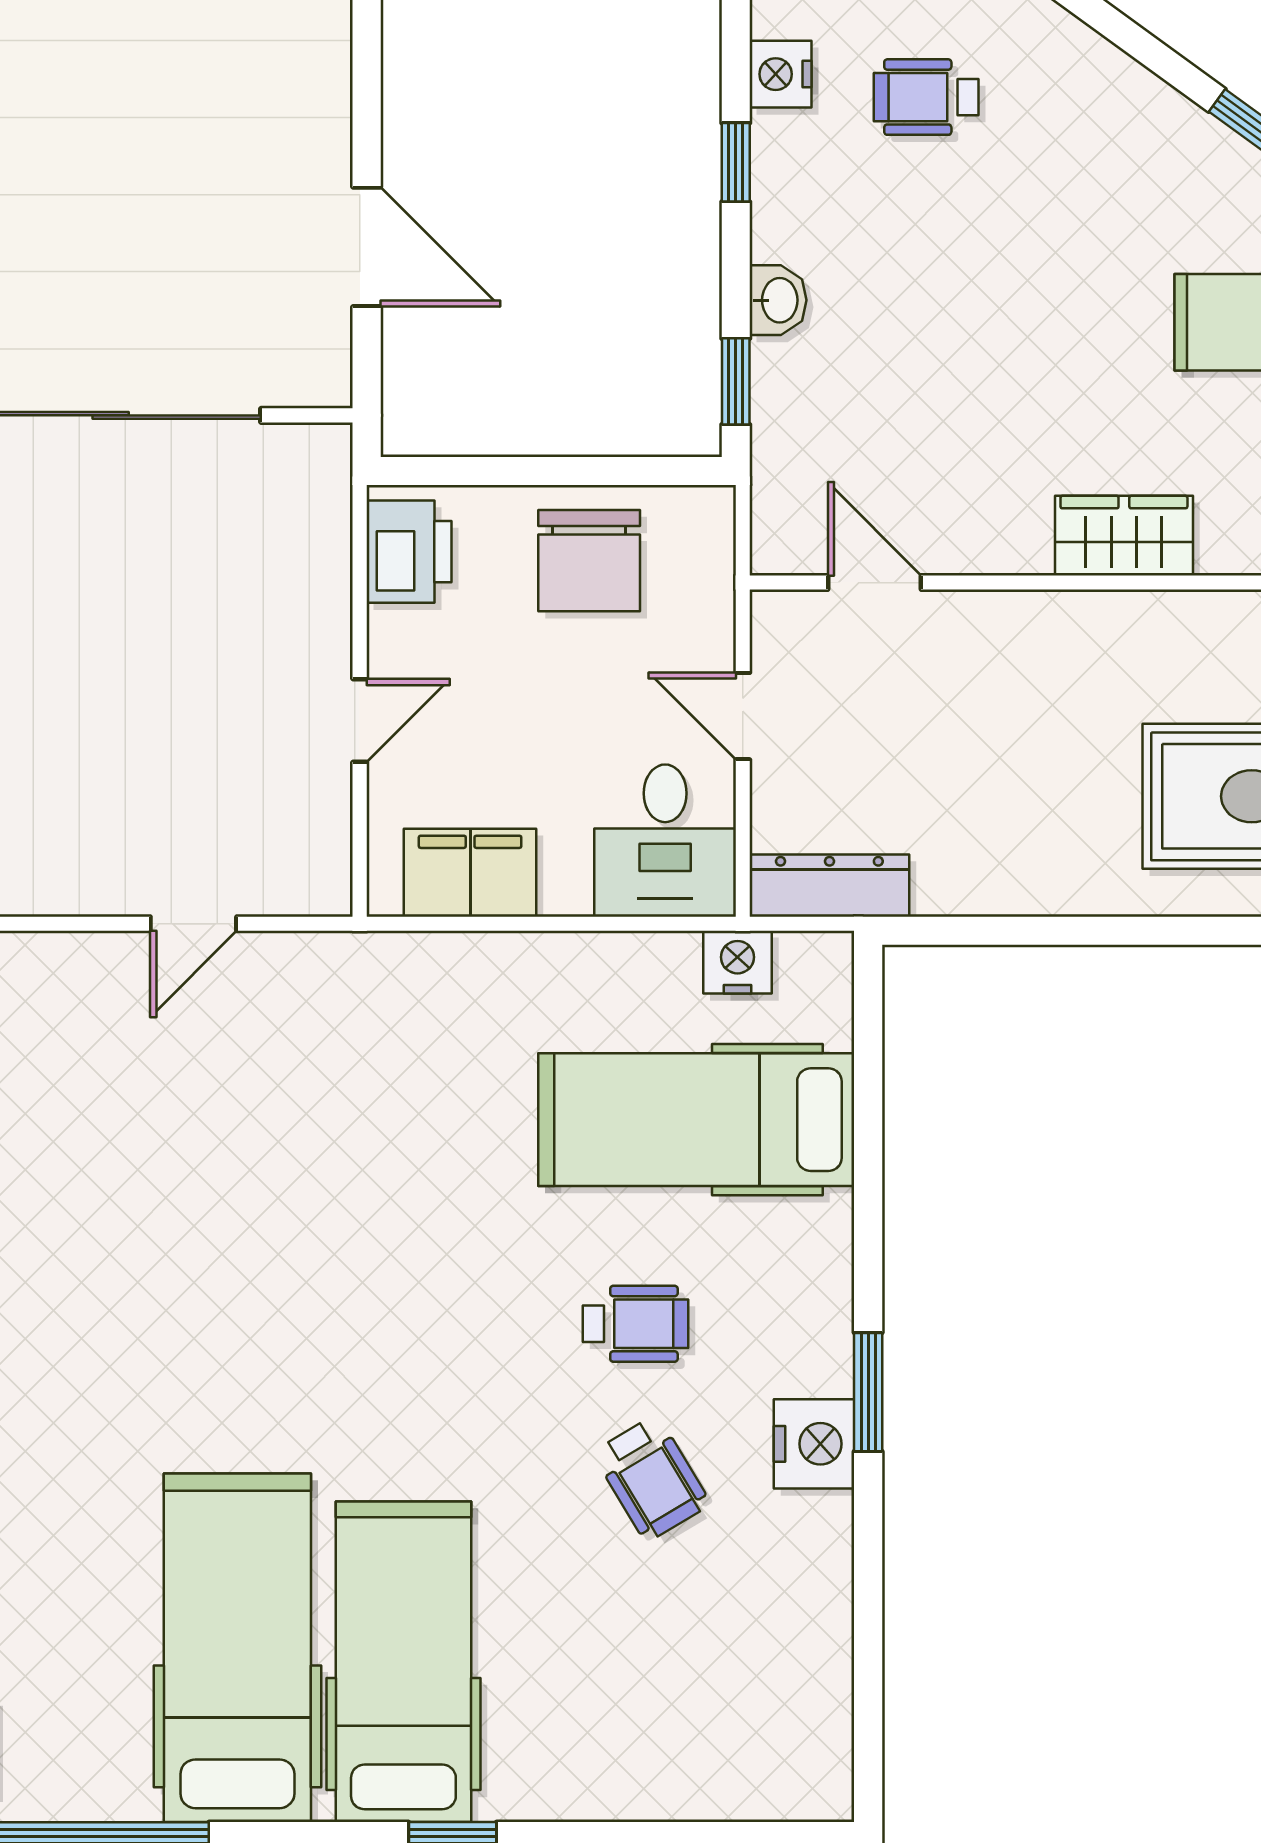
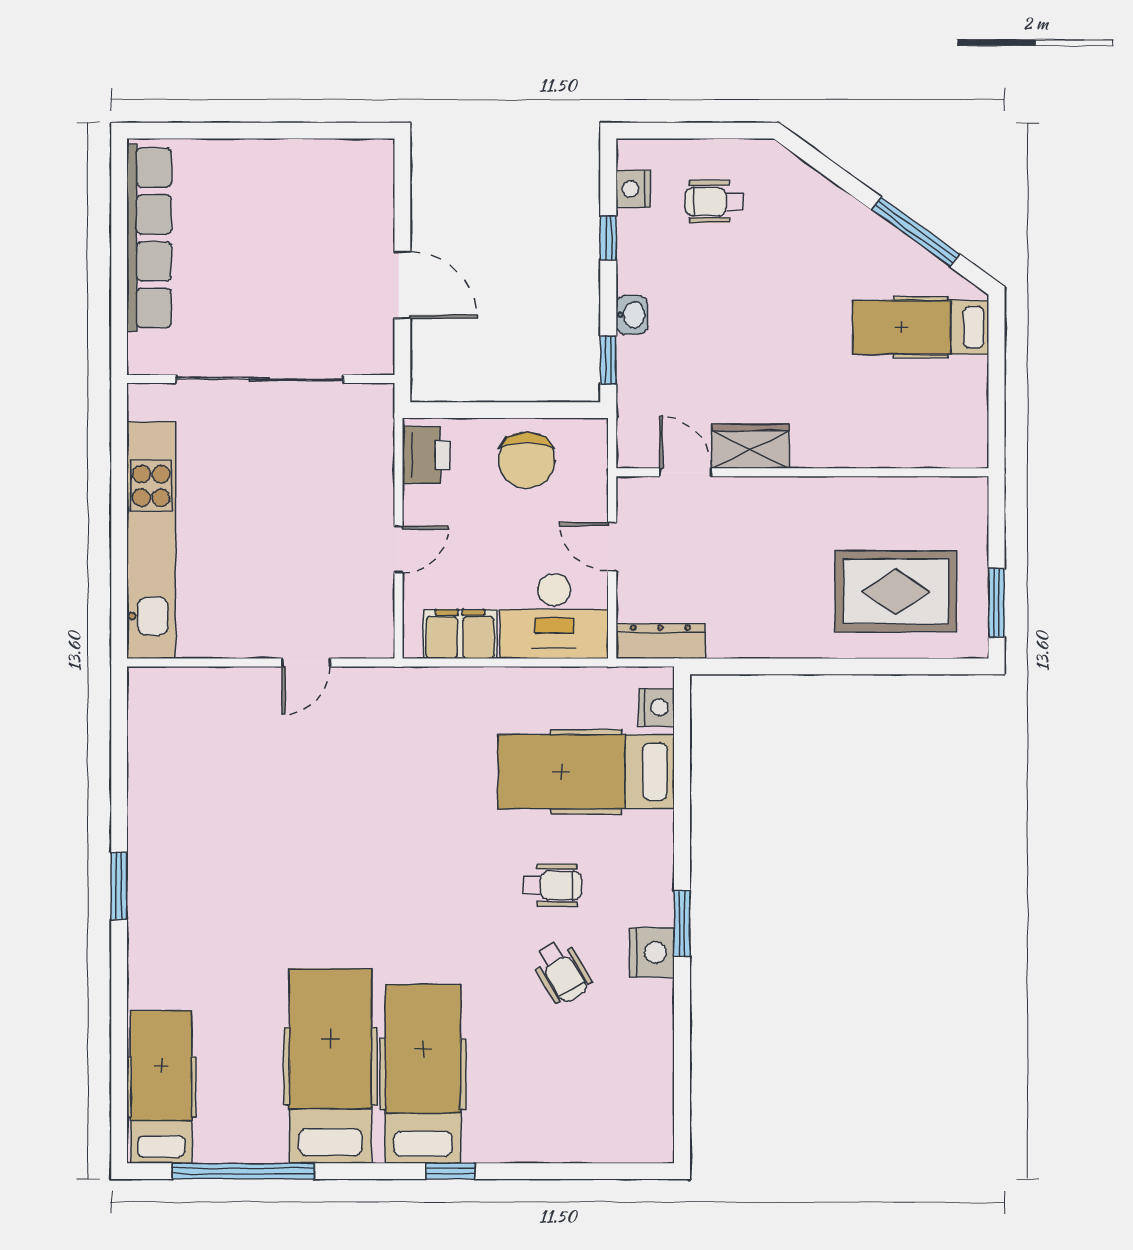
wardrobe: (1124, 536) -> (751, 446), moved
desk: (665, 841) -> (554, 616), width x1.37
nightstand: (737, 962) -> (657, 707), moved, turned 90

